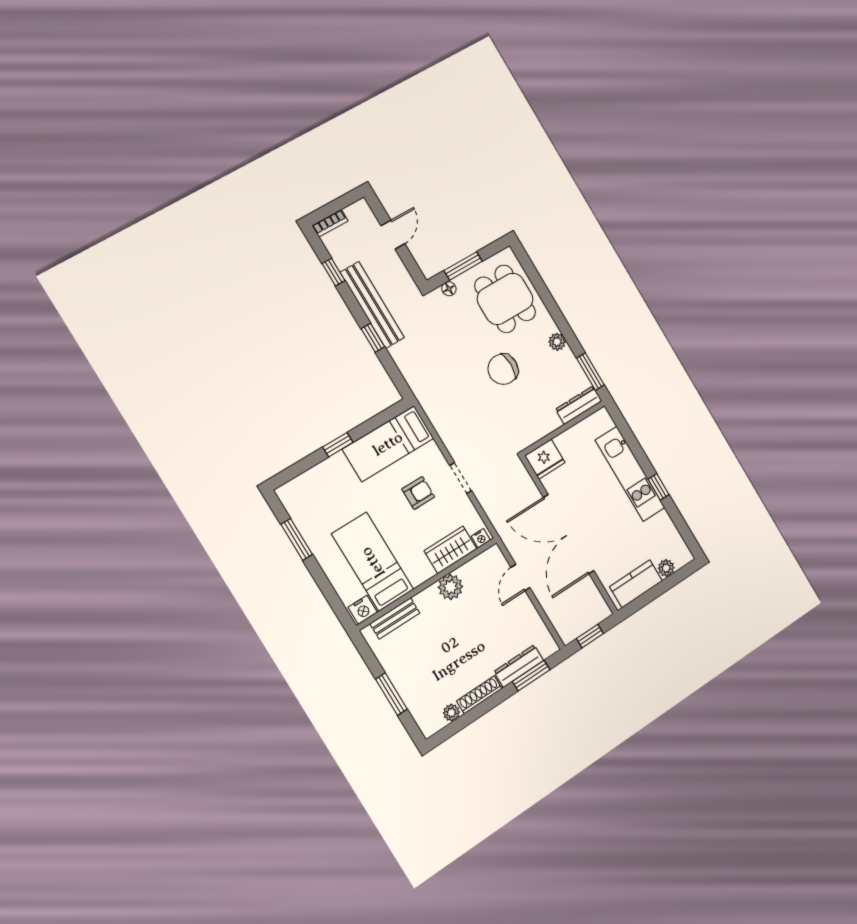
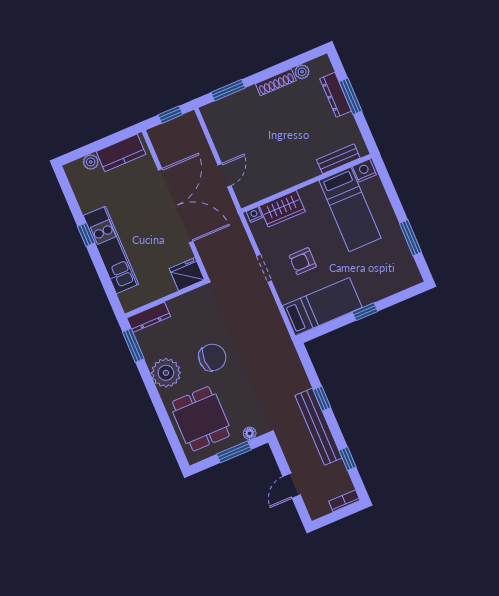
plant: (557, 342) -> (166, 373), width x1.87, depth x1.87
plant: (450, 587) -> (287, 177), removed
dresser: (519, 666) -> (336, 95), moved, turned 90

